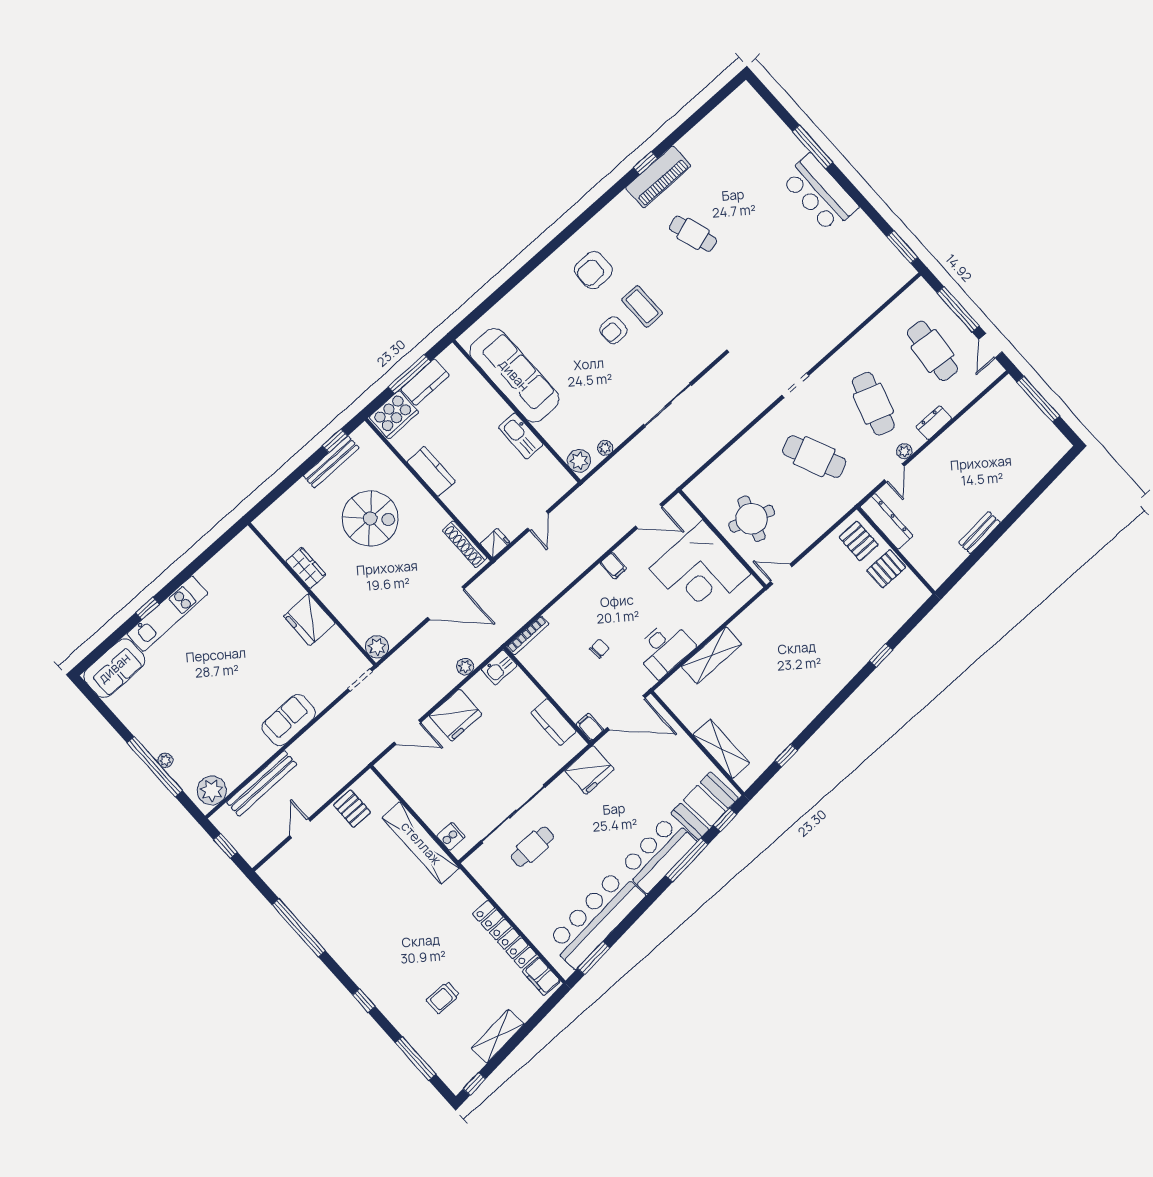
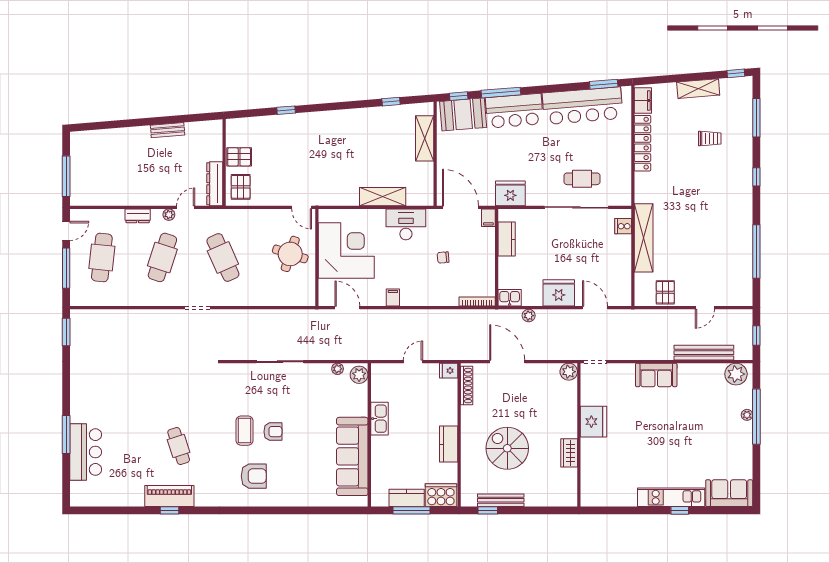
bar counter: (820, 193) -> (86, 452), moved

